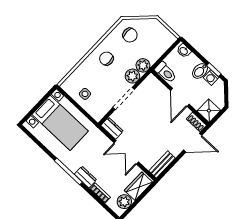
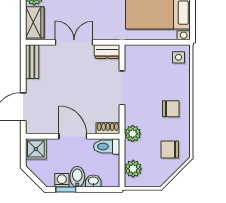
washbasin: (184, 51) -> (93, 181), moved
plant: (132, 76) -> (133, 169), moved
side table: (85, 94) -> (178, 57), moved
shoe rack: (196, 122) -> (108, 128), moved

